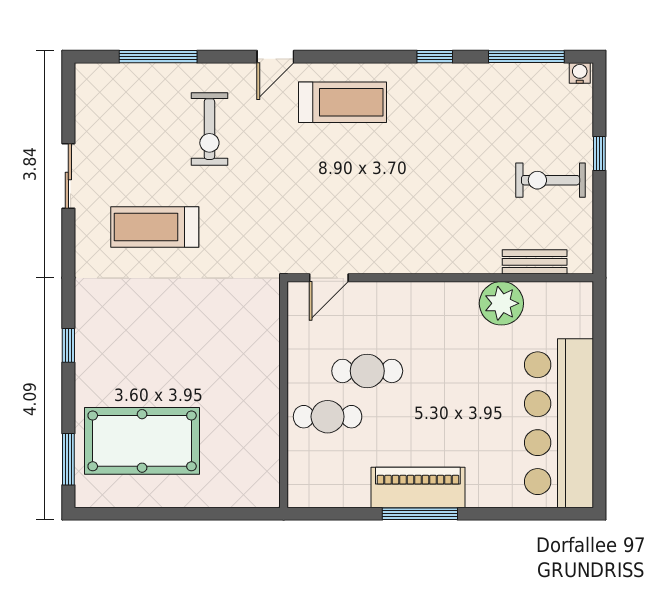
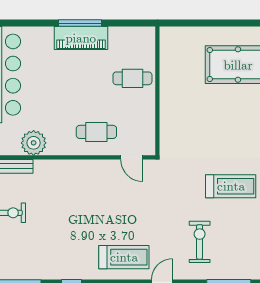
treadmill: (342, 102) -> (124, 257), turned 180
door: (329, 278) -> (132, 157), swing flipped
cafe table: (367, 371) -> (96, 132), moved

